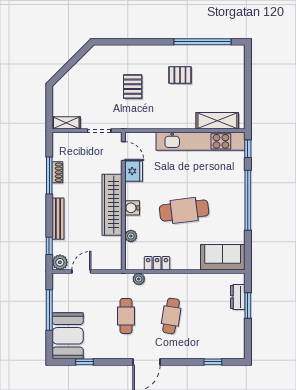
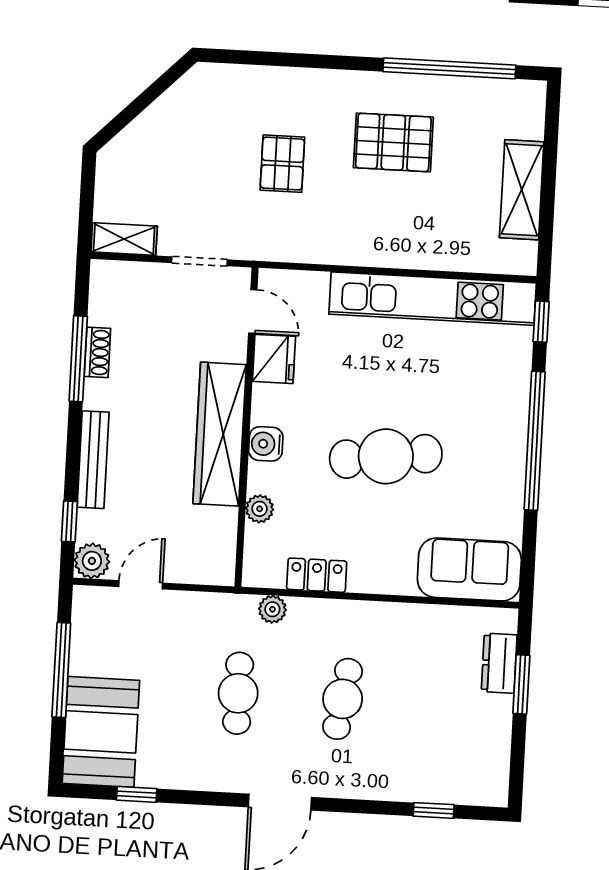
pallet: (180, 75) -> (393, 142), width x1.50, depth x1.42
shelving: (217, 121) -> (522, 190), moved, turned 90

